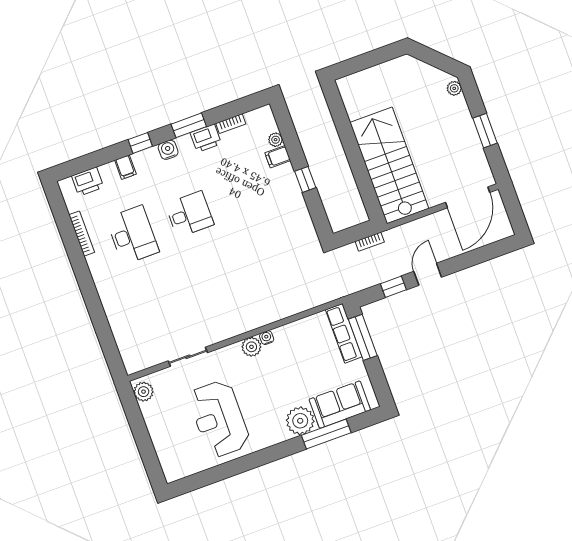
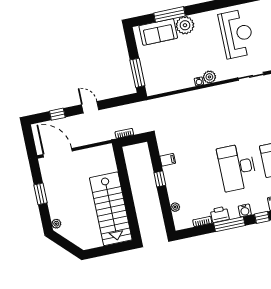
window: (189, 125) -> (229, 224), width x1.44
filing cabinet: (278, 157) -> (168, 160), moved
stairs: (389, 165) -> (111, 209), moved
door: (468, 197) -> (58, 153), hinge flipped
desk: (189, 214) -> (237, 167), width x1.87, depth x1.30
door: (428, 274) -> (90, 107), swing flipped
window: (393, 287) -> (57, 114), moved
row of seats: (344, 333) -> (149, 77), removed

